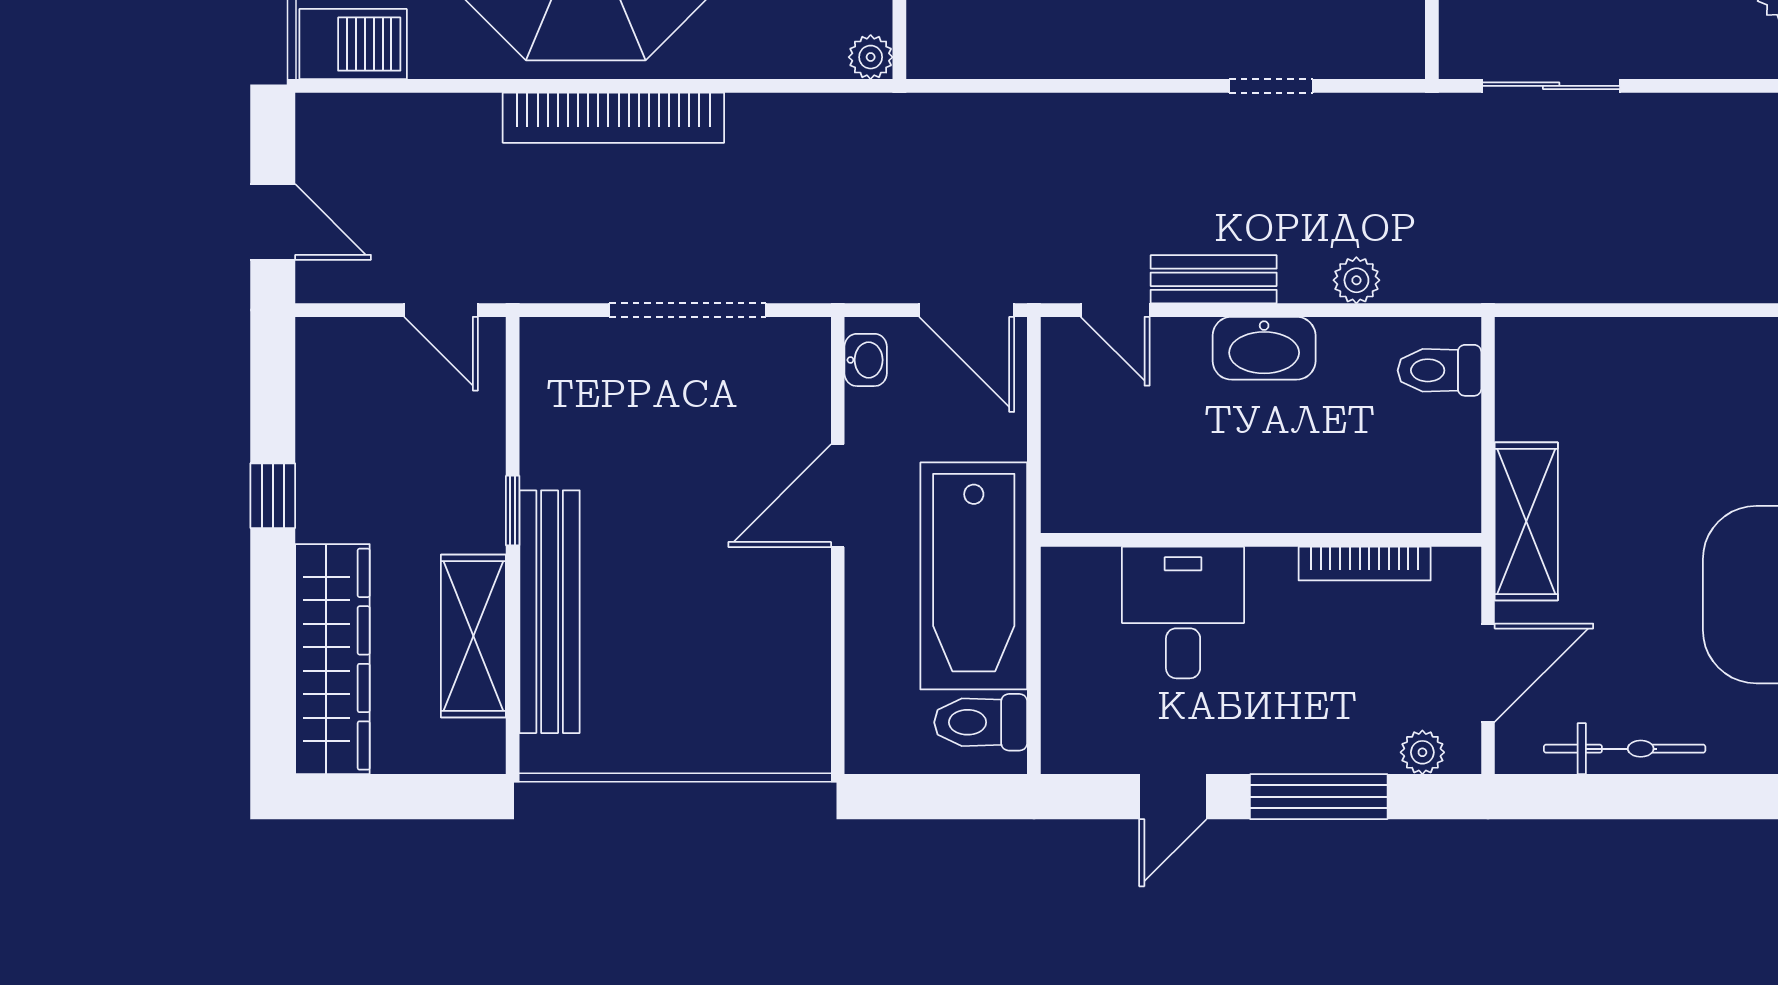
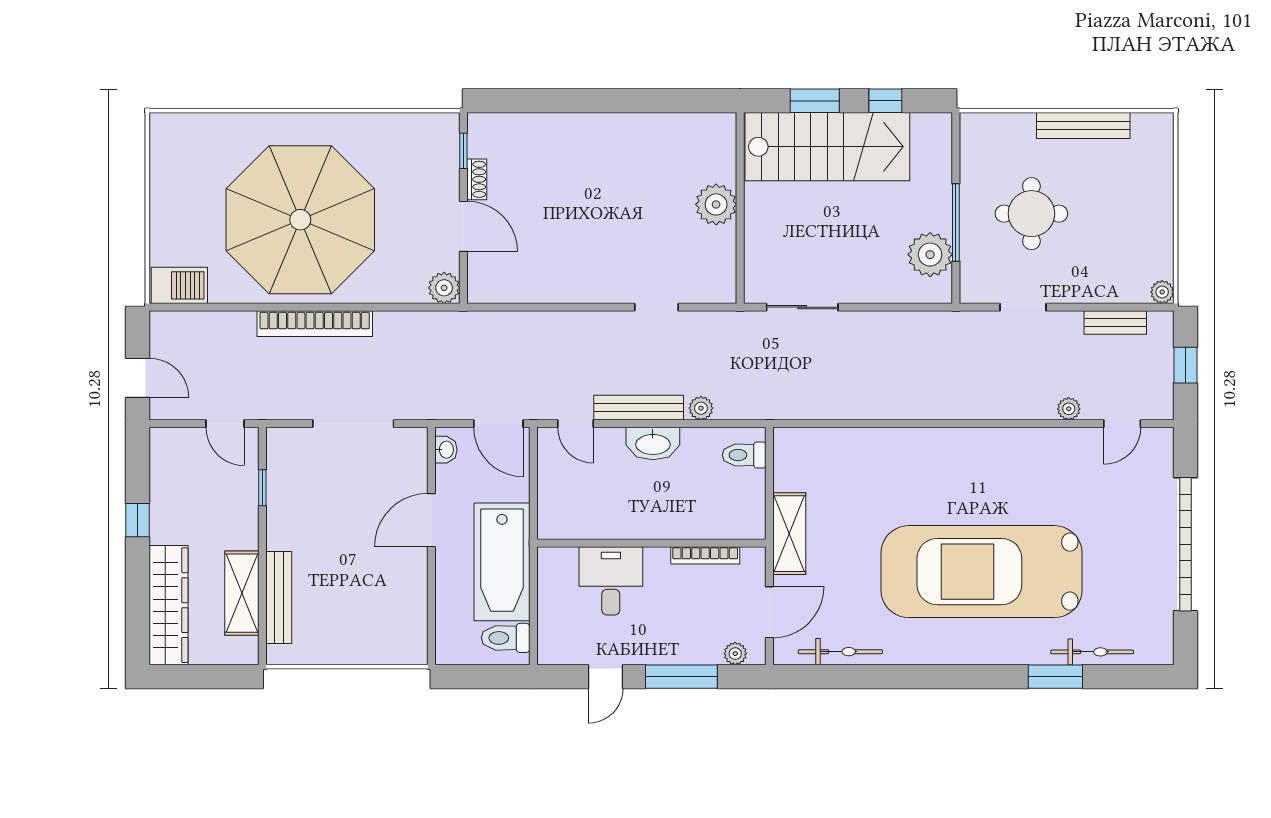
plant: (871, 57) -> (444, 288), width x1.38, depth x1.38
bench: (1214, 279) -> (639, 408), width x1.36
window: (513, 511) -> (262, 488), moved
bench: (550, 612) -> (279, 597), width x0.73, depth x0.82

